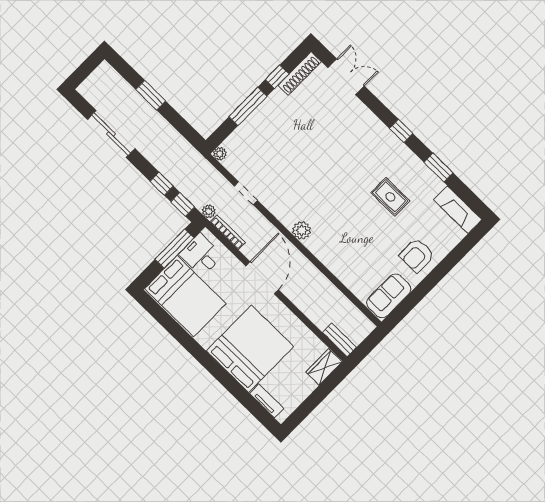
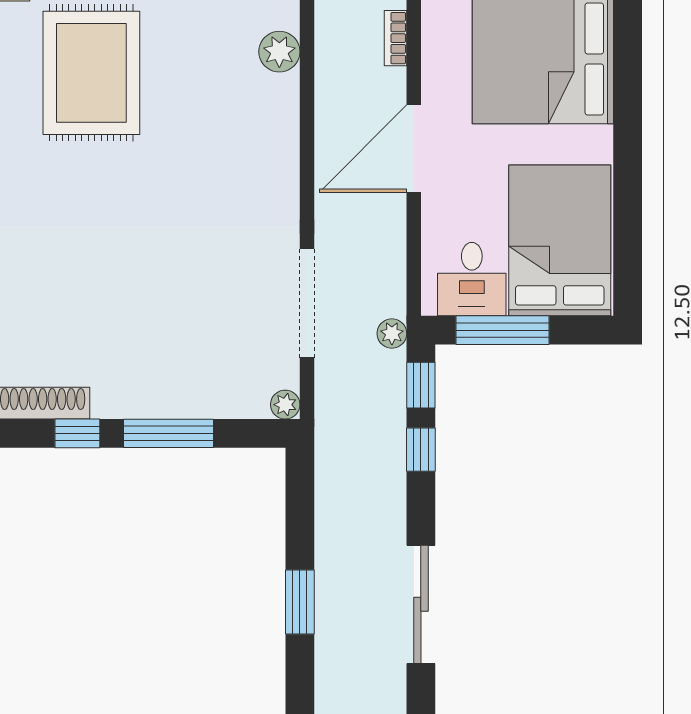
doorway: (246, 193) -> (307, 303), width x1.88
rug: (390, 197) -> (91, 73), width x1.86, depth x2.06
plant: (302, 230) -> (279, 52), moved
bookcase: (228, 232) -> (396, 38), moved, width x0.64

